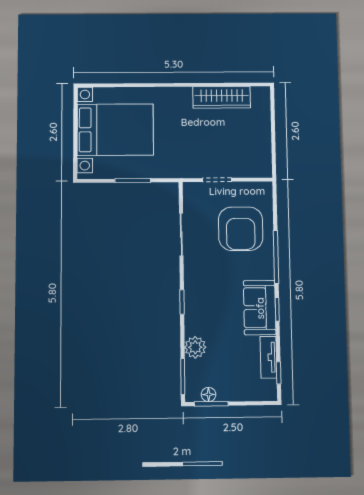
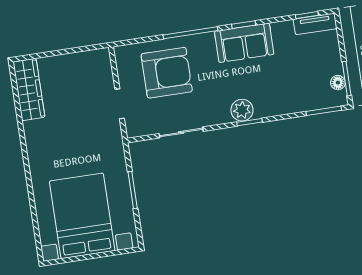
wardrobe: (222, 97) -> (29, 90), moved
plant: (195, 347) -> (242, 110), moved
tv unit: (268, 357) -> (315, 24), moved

